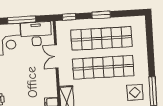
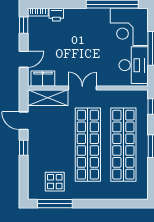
double door: (56, 57) -> (82, 88), moved

